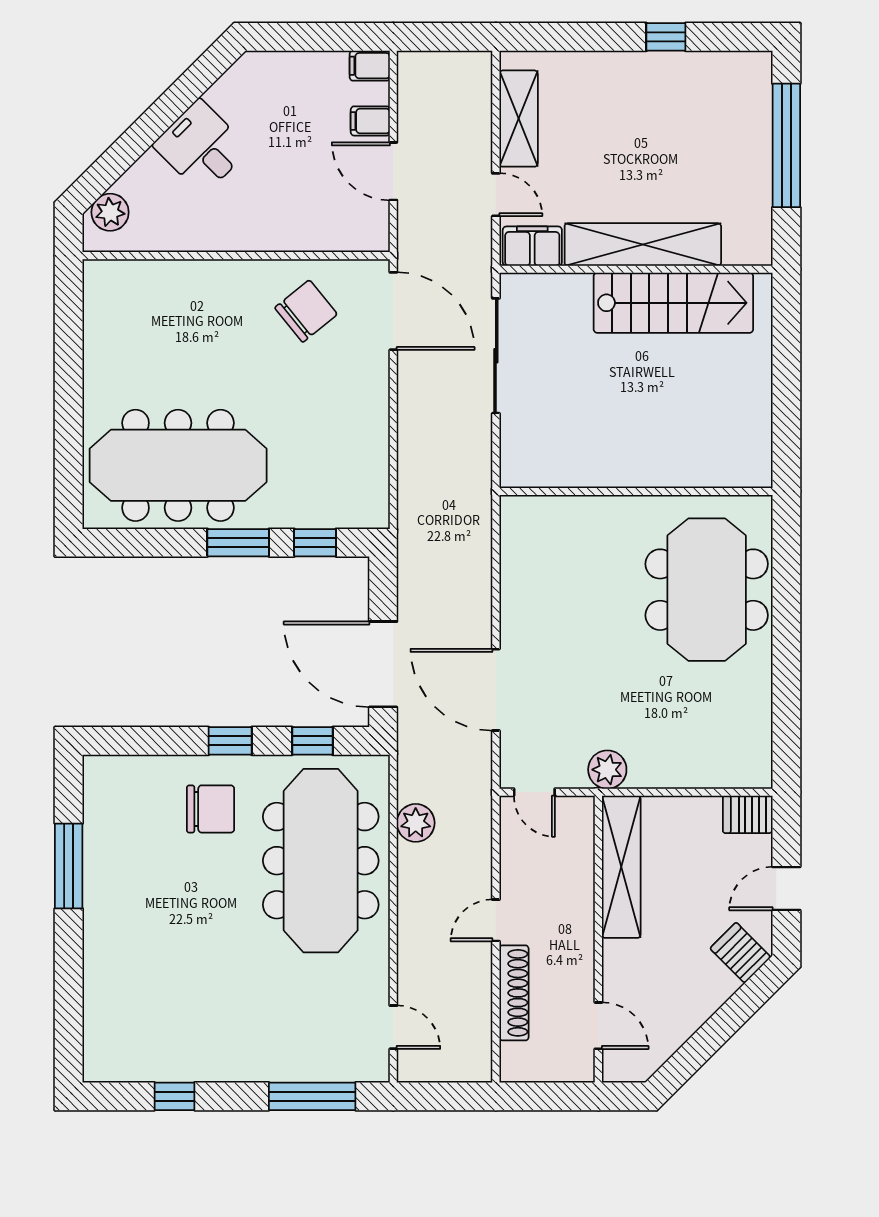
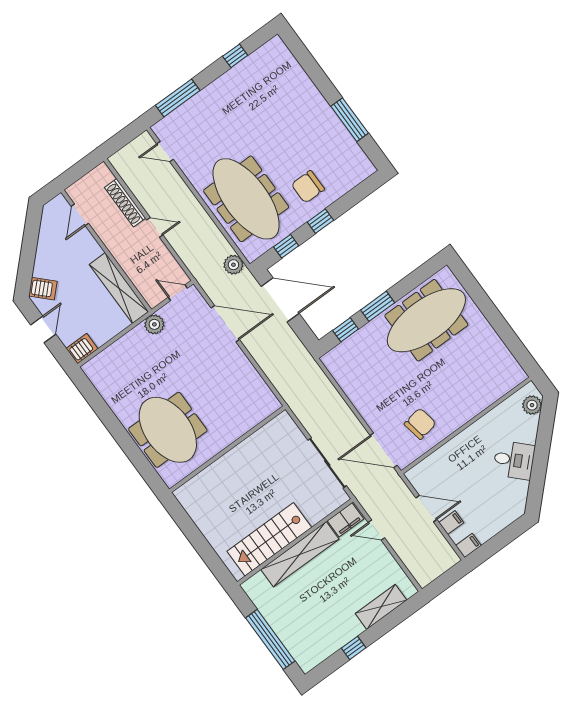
shelving: (519, 119) -> (381, 607), moved, turned 90
chair: (306, 311) -> (420, 424), turned -151
plant: (416, 823) -> (233, 265), moved
door: (496, 920) -> (155, 227), hinge flipped
door: (598, 1026) -> (80, 215), hinge flipped

